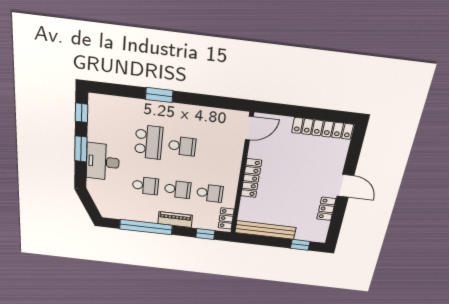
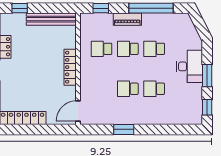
window: (159, 95) -> (124, 129), moved
school desk: (149, 142) -> (154, 89), width x0.54
locker: (226, 218) -> (85, 26), removed

